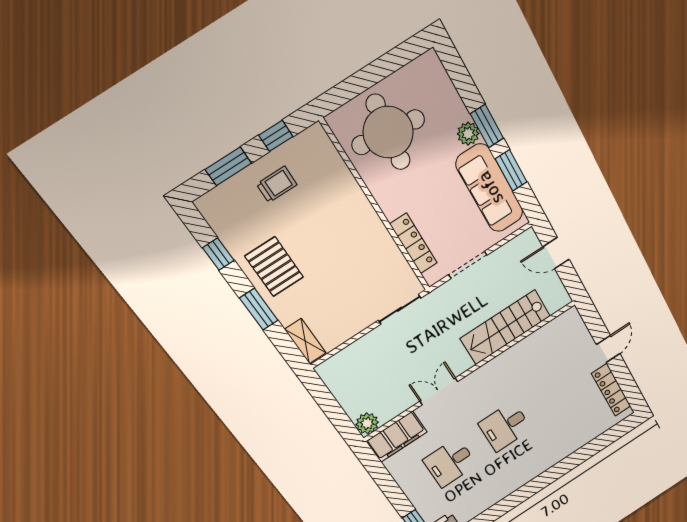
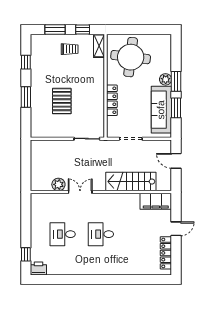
locker: (414, 244) -> (112, 100), moved
pallet: (274, 267) -> (62, 101), moved
shelving: (305, 341) -> (99, 46), moved
plant: (367, 423) -> (58, 184), moved
filing cabinet: (397, 437) -> (156, 201), moved

